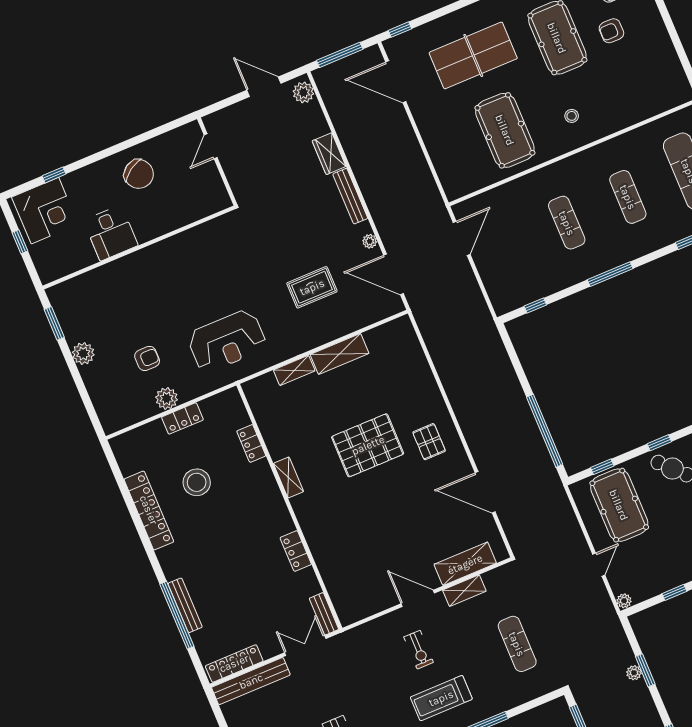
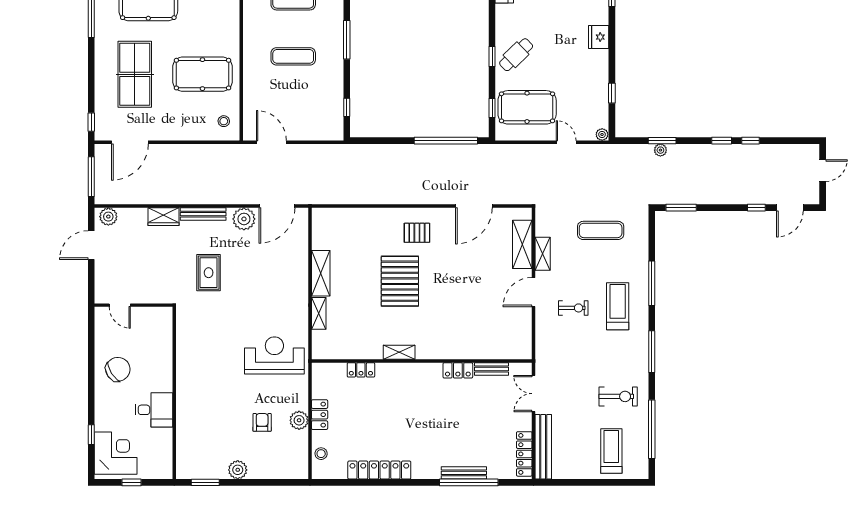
stool: (572, 116) -> (224, 121), moved
plant: (370, 241) -> (244, 219), width x1.88, depth x1.88
rug: (312, 287) -> (209, 273), moved
reception desk: (227, 341) -> (274, 355), turned -90
stool: (197, 482) -> (321, 454), moved, width x0.53, depth x0.53
bench: (324, 614) -> (491, 369), moved
treadmill: (441, 698) -> (618, 306), turned 180

